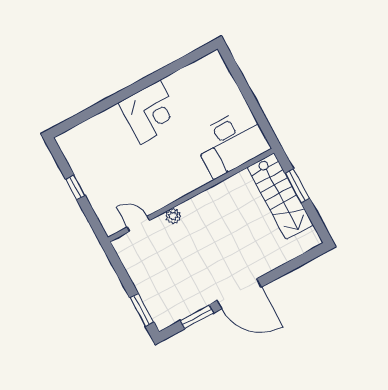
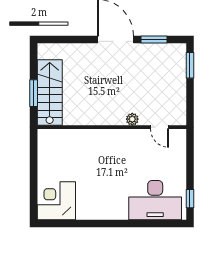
corner desk: (150, 112) -> (56, 201), moved
desk: (231, 143) -> (155, 200), moved, turned 180
window: (75, 187) -> (190, 199), moved

